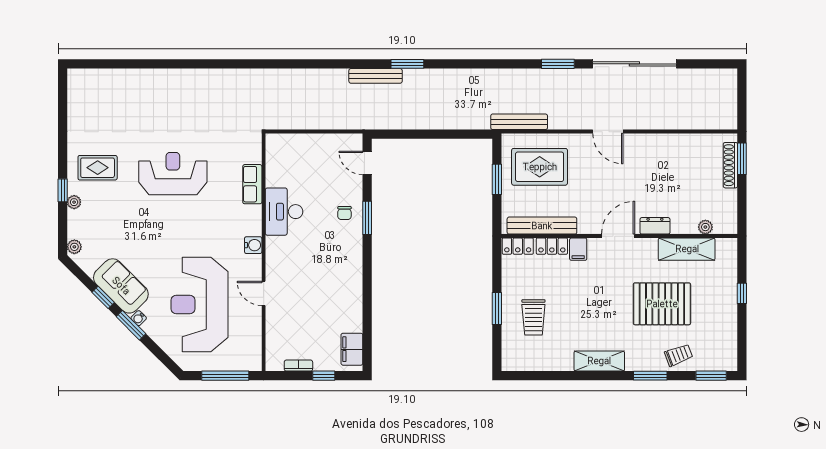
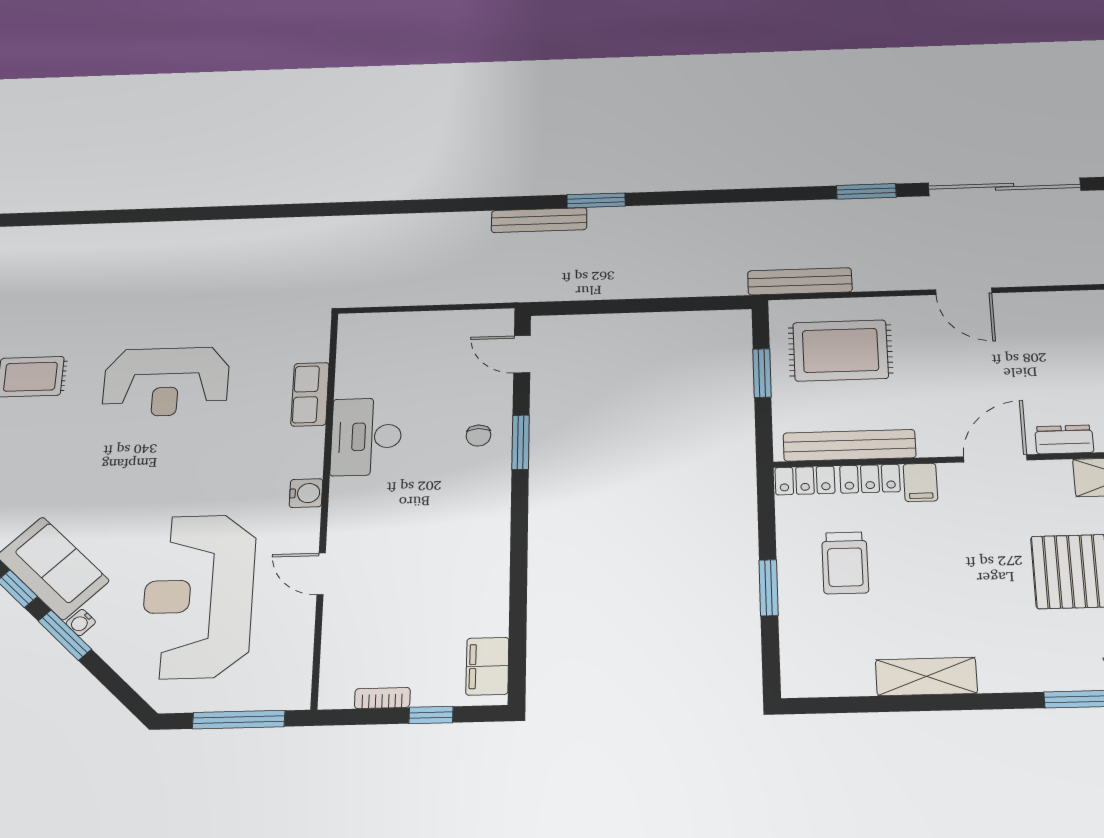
reception desk: (173, 174) -> (166, 382), turned 180
trolley: (533, 317) -> (845, 563), moved
shelving: (599, 361) -> (926, 676), moved

